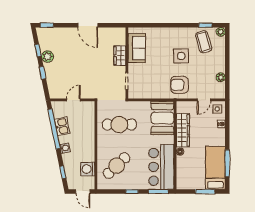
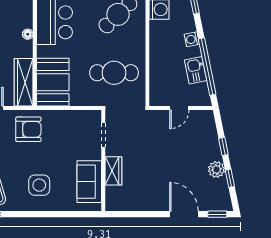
door: (88, 25) -> (184, 214), moved
side table: (181, 56) -> (39, 185), moved
wardrobe: (183, 130) -> (24, 82), moved

